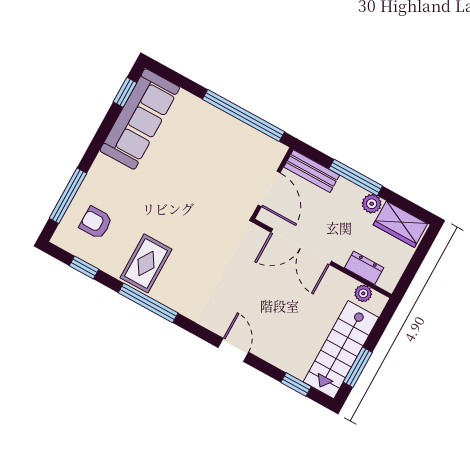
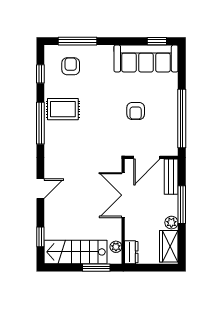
armchair: (201, 170) -> (136, 111), added
dresser: (364, 268) -> (131, 252), moved
window: (358, 367) -> (96, 268), moved

